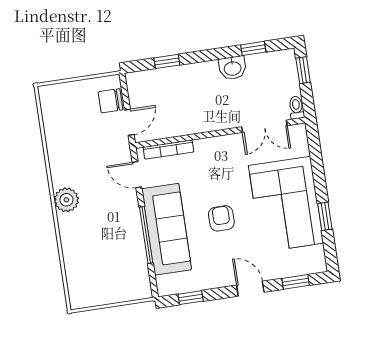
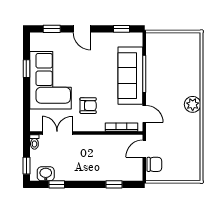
washbasin: (233, 68) -> (46, 174), moved
armchair: (221, 218) -> (88, 106), moved, turned -90

